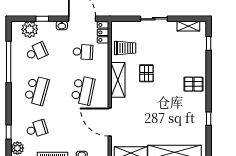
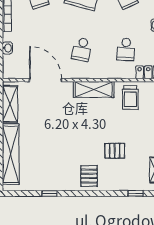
pallet: (146, 73) -> (115, 151), moved
school desk: (83, 90) -> (82, 49), width x0.54
door: (110, 122) -> (45, 80), hinge flipped

